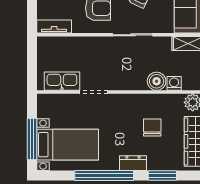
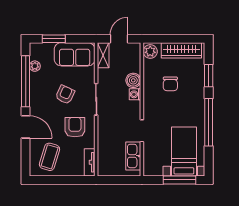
washing machine: (174, 83) -> (135, 94), moved
chair: (152, 128) -> (170, 84), turned -90
dresser: (133, 163) -> (199, 99), removed

